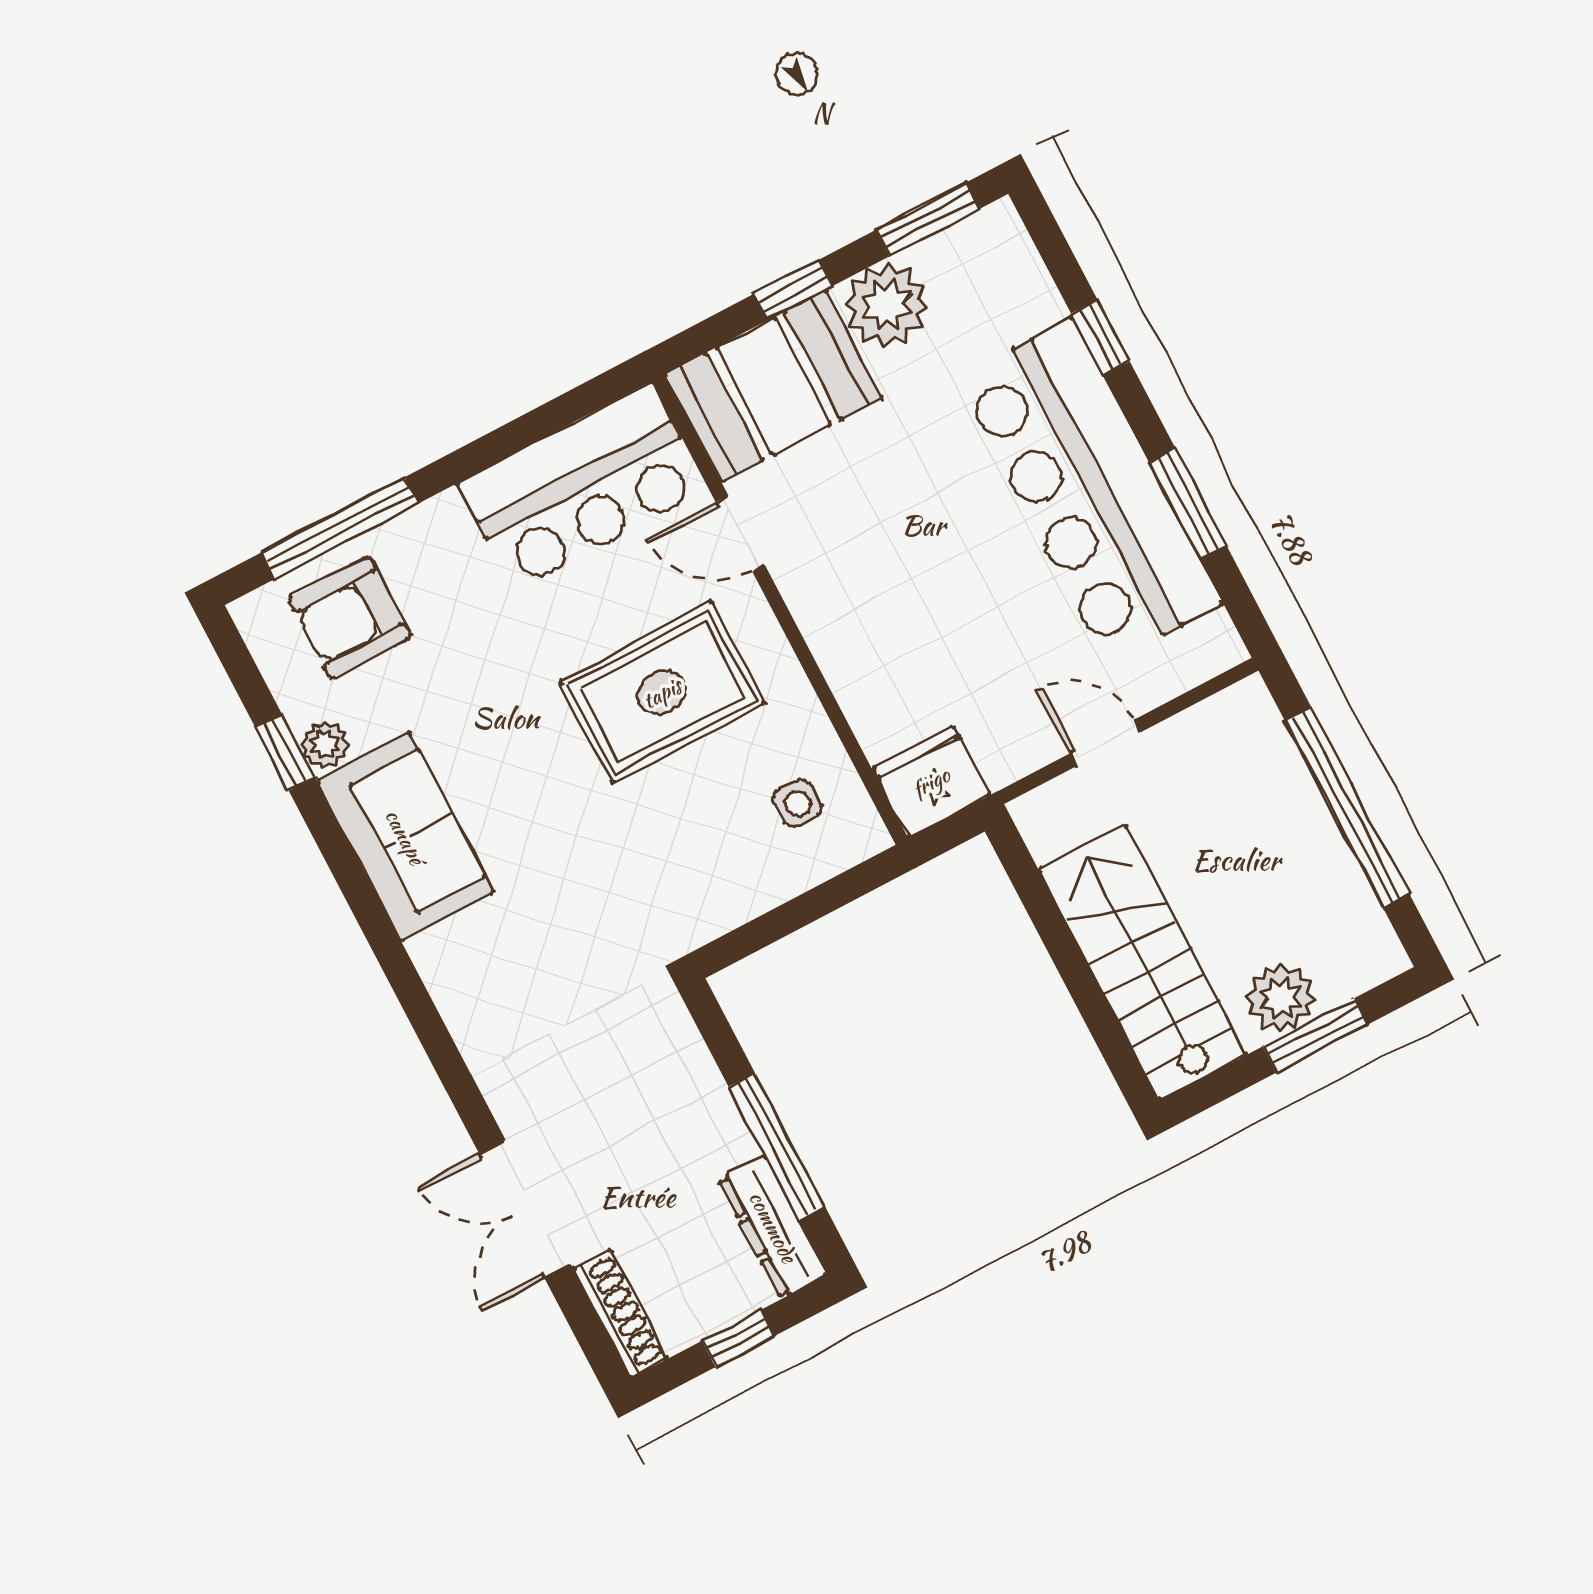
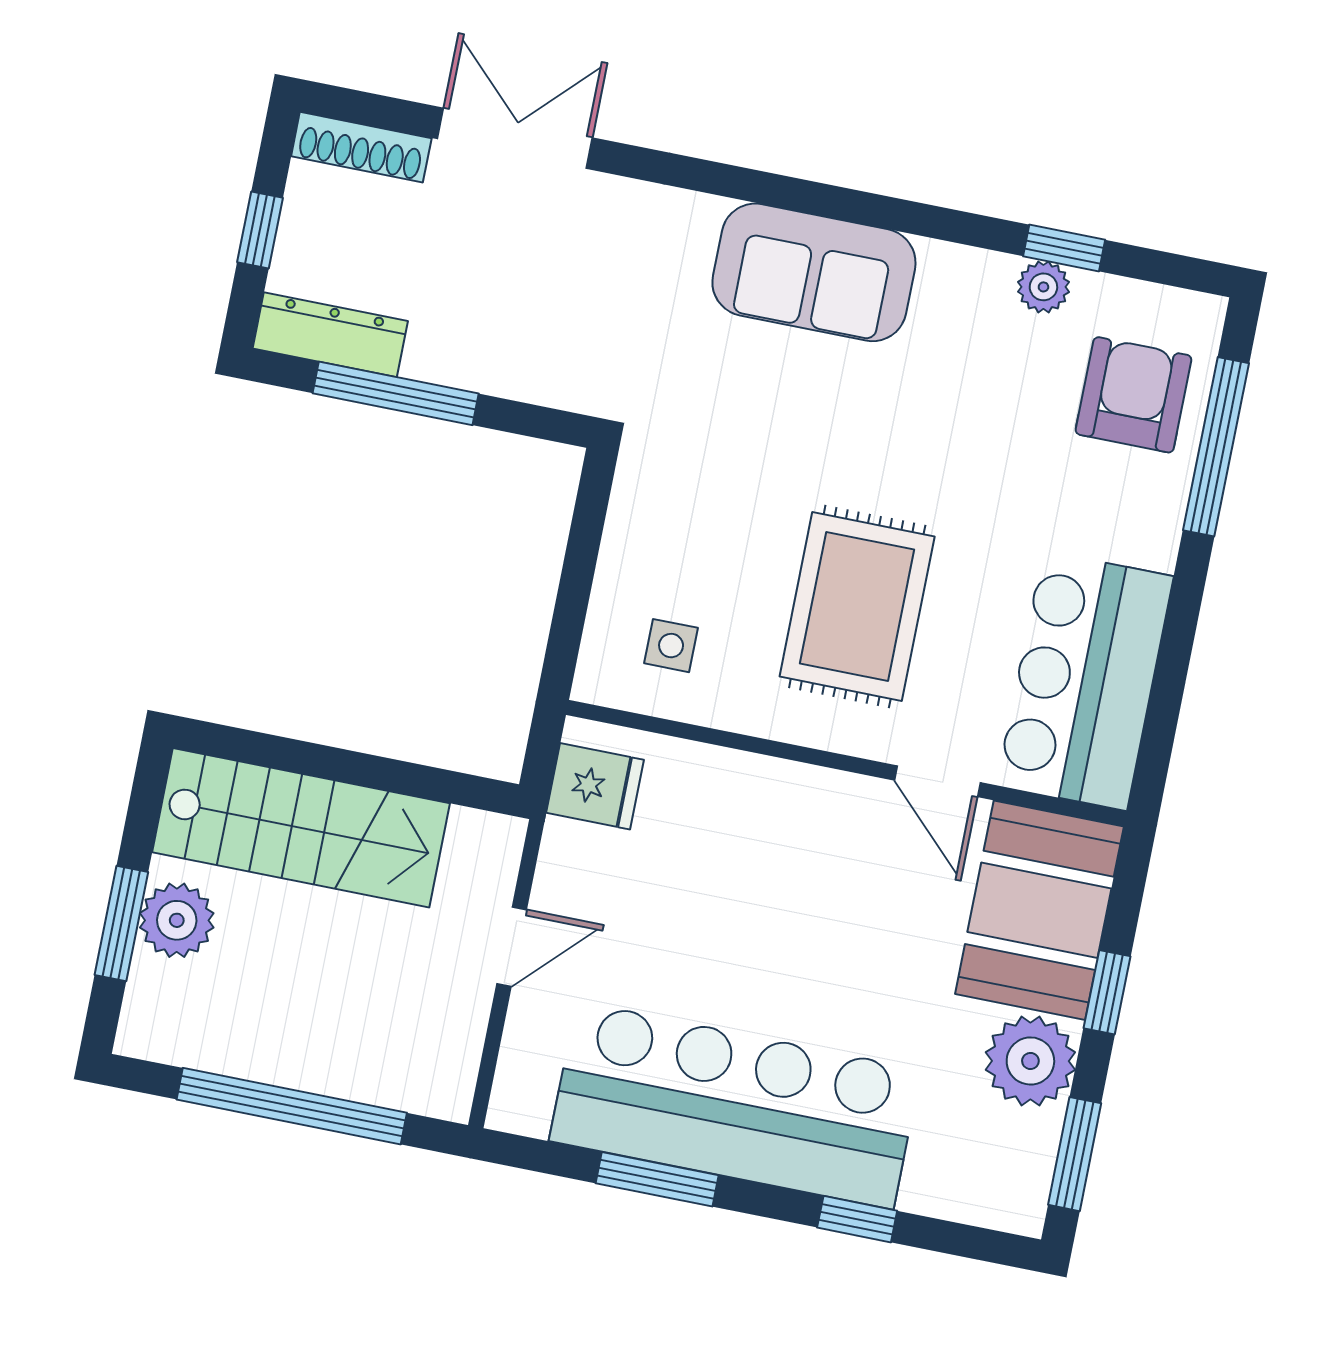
door: (740, 534) -> (937, 781), swing flipped
fridge: (931, 782) -> (595, 786), width x0.72
sofa: (405, 837) -> (814, 272), moved

